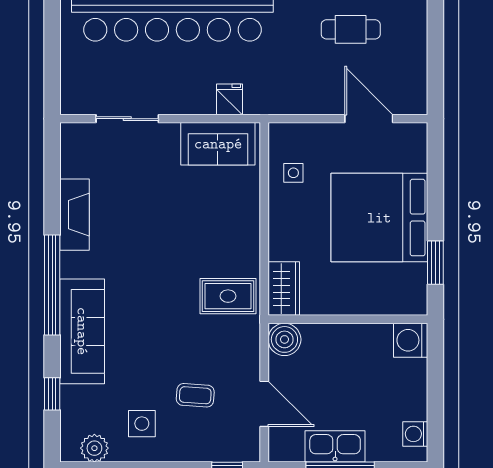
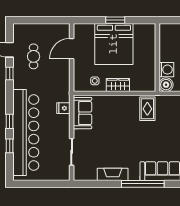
window: (435, 263) -> (115, 20), moved
wardrobe: (284, 289) -> (118, 85), moved
washing machine: (411, 340) -> (166, 70), moved, turned -90

